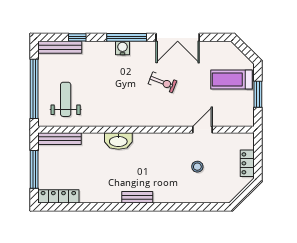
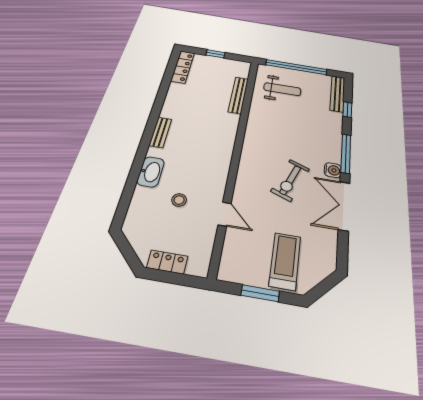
water cooler: (123, 48) -> (333, 170), moved
exercise bike: (162, 82) -> (290, 180), width x1.38, depth x1.39
bench: (60, 139) -> (238, 95), moved
washbasin: (118, 141) -> (151, 172), moved, turned 180
window: (34, 169) -> (215, 54), width x0.46

